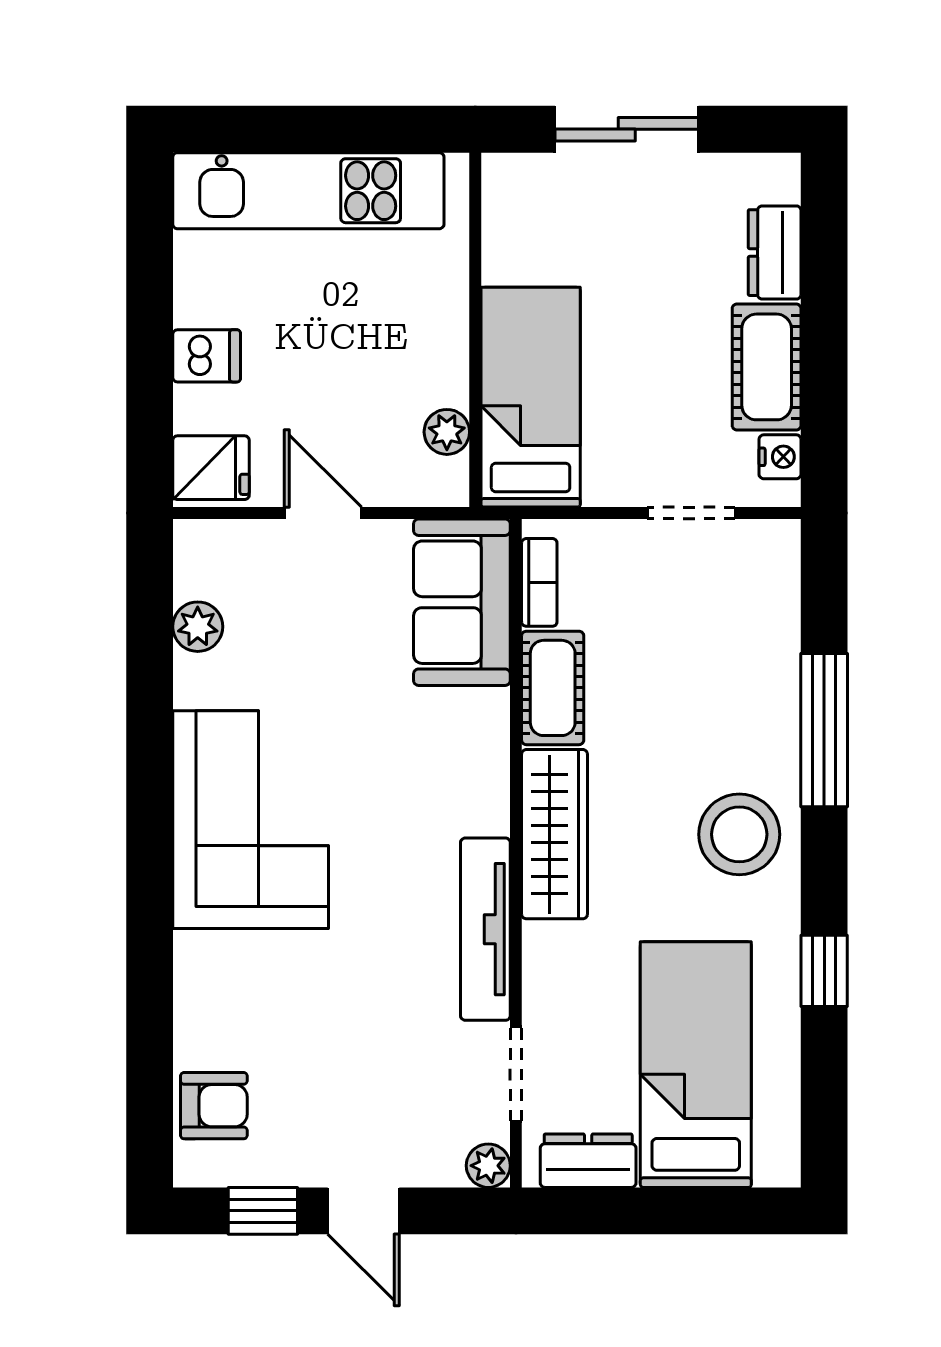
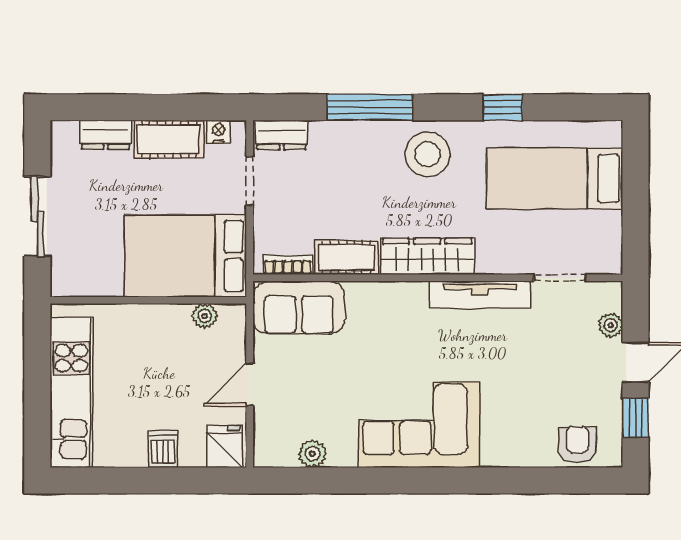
bed: (531, 397) -> (186, 256), width x1.50
dresser: (588, 1161) -> (282, 135), moved, turned -90
plant: (488, 1166) -> (611, 325), moved

